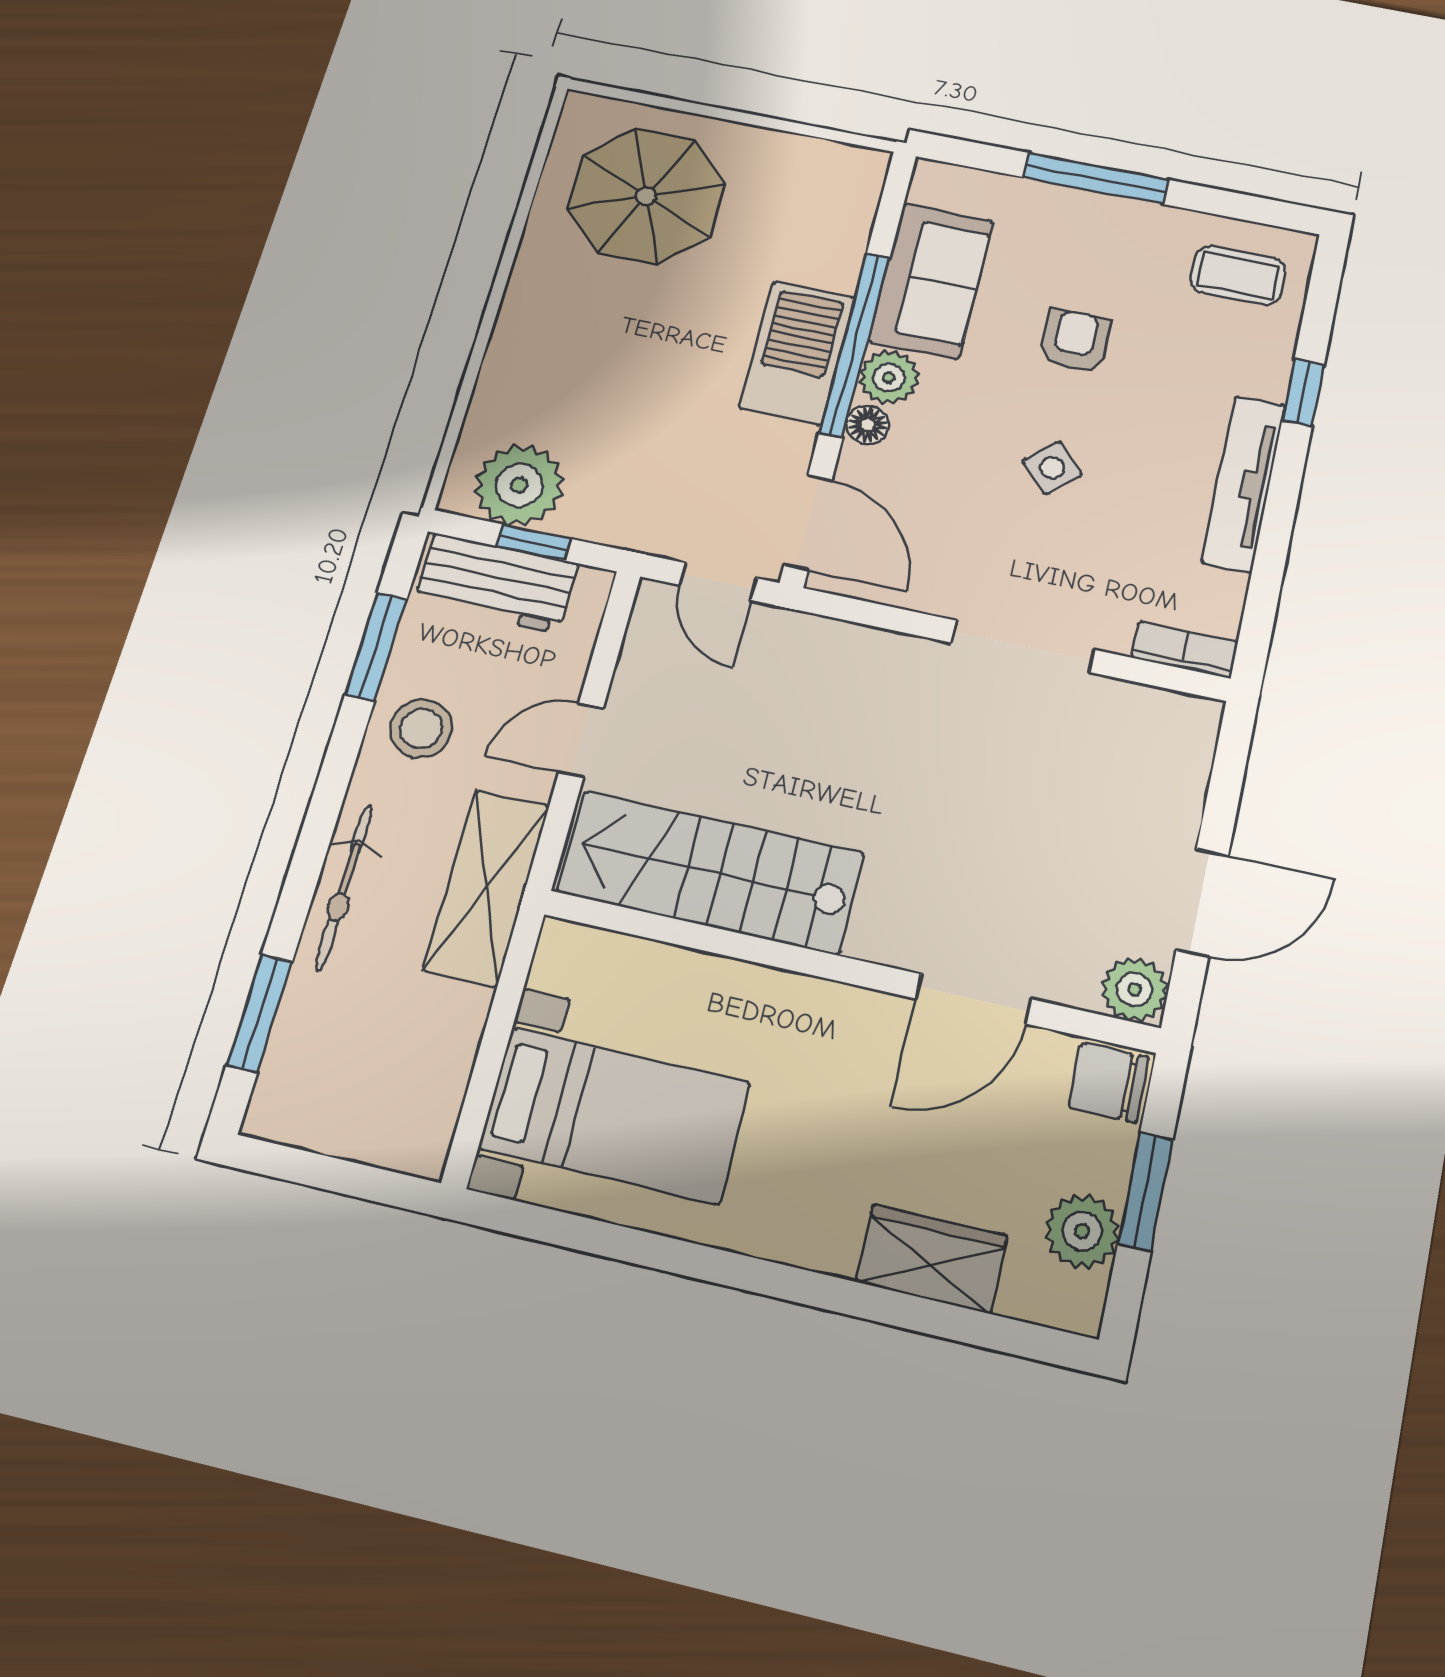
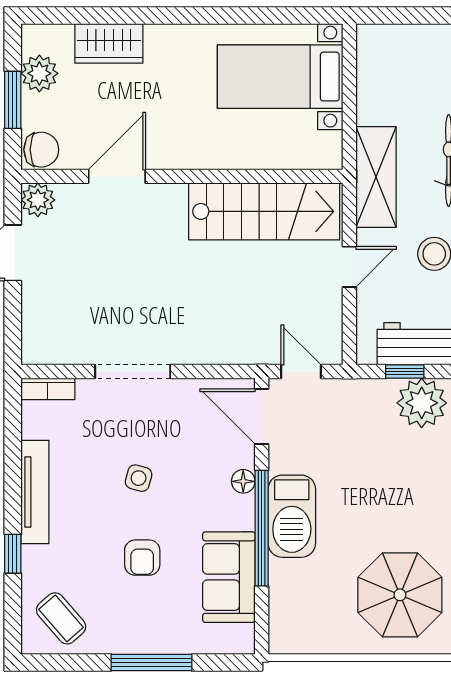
coffee table: (1238, 275) -> (61, 618), turned 49
plant: (889, 377) -> (238, 512), removed
side table: (1052, 468) -> (139, 478), turned -31

